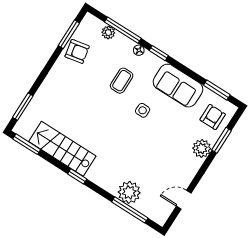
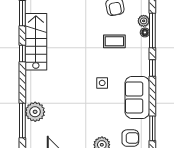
floor lamp: (139, 50) -> (145, 32), moved
coffee table: (122, 81) -> (114, 41), moved
window: (77, 176) -> (22, 54), moved

